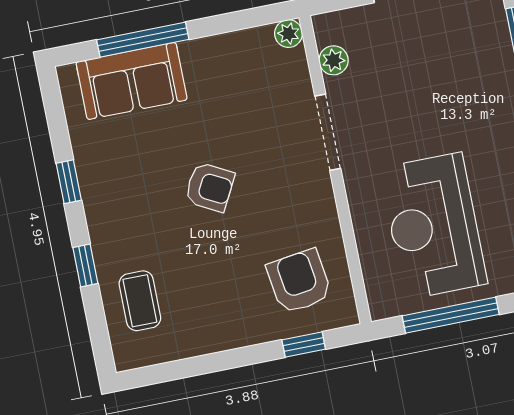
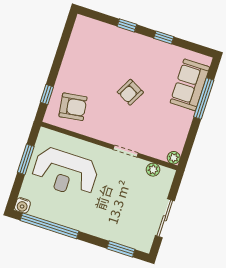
doorway: (328, 132) -> (126, 151), width x0.73
reception desk: (433, 226) -> (65, 172), turned 180
coffee table: (140, 301) -> (101, 39), removed
window: (451, 315) -> (26, 159), width x0.69

